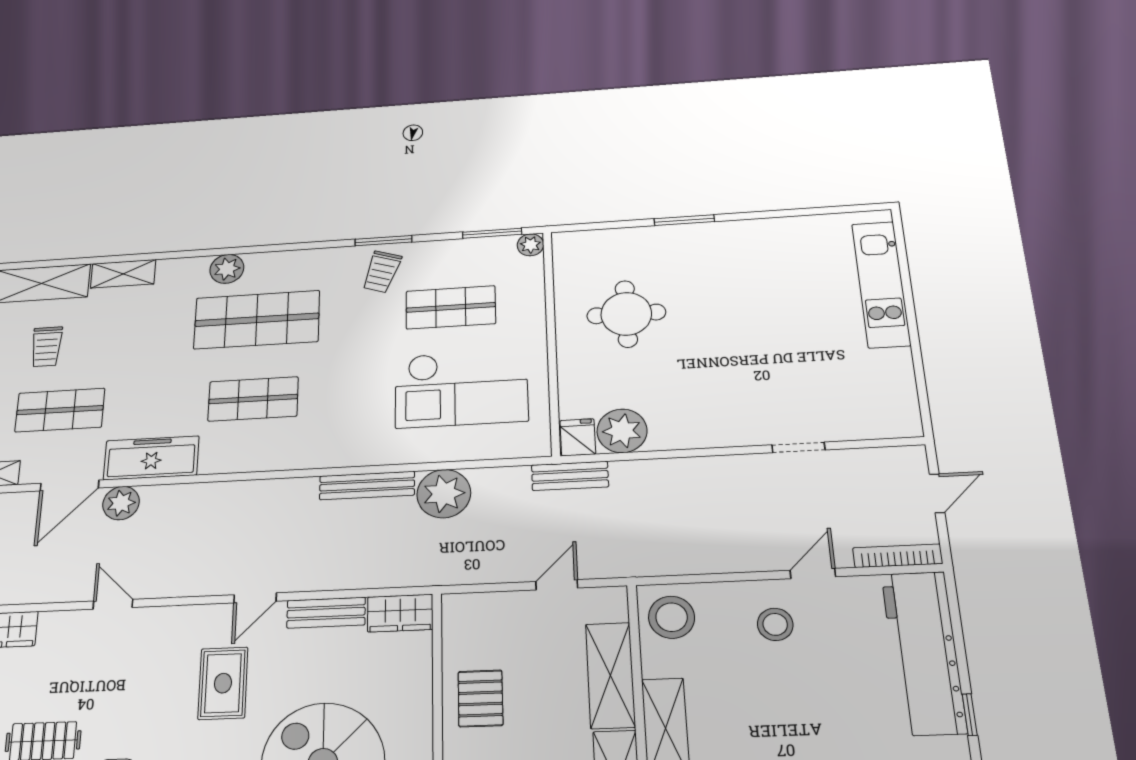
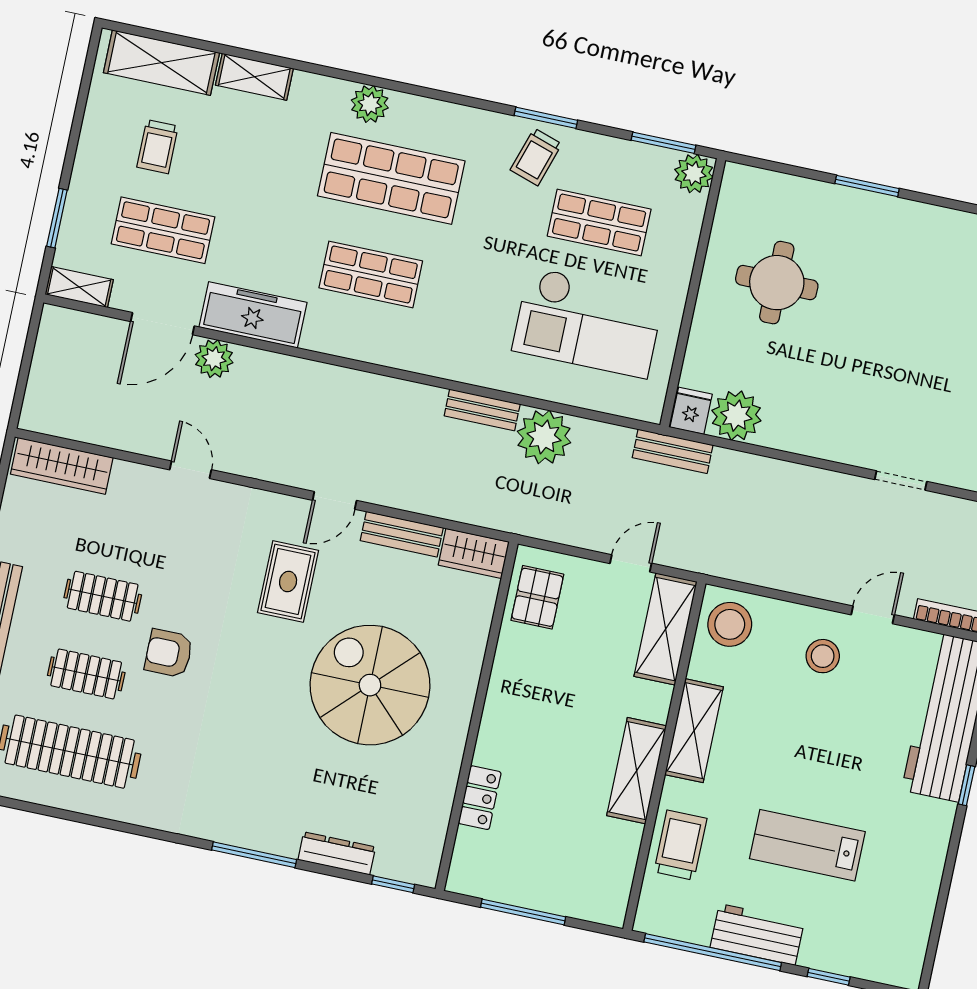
plant: (530, 245) -> (694, 174), width x1.38, depth x1.38
bench: (367, 486) -> (482, 410), width x0.73
shelving: (610, 675) -> (666, 629), moved
pallet: (480, 698) -> (537, 597), moved

